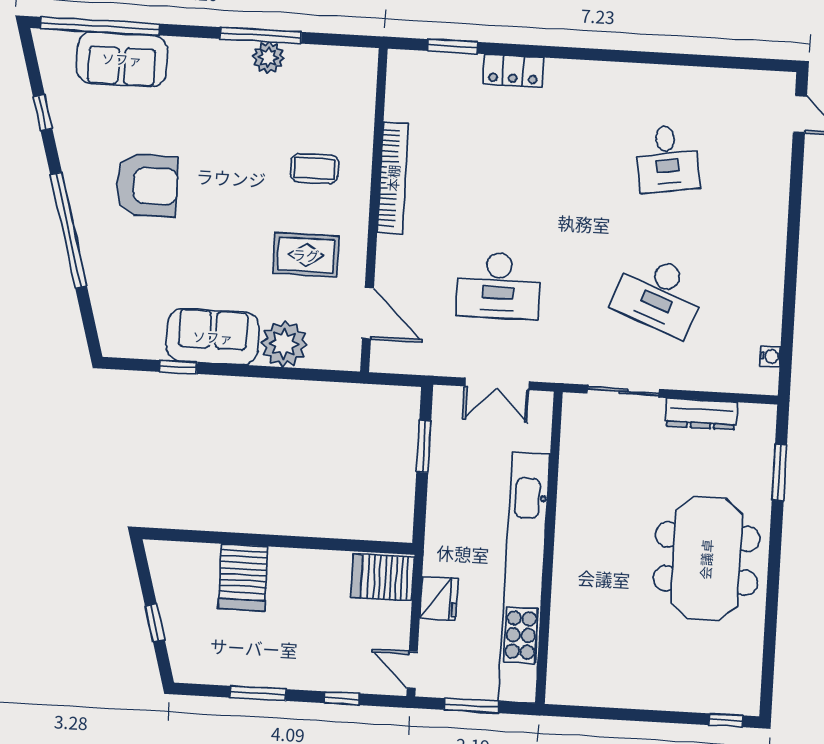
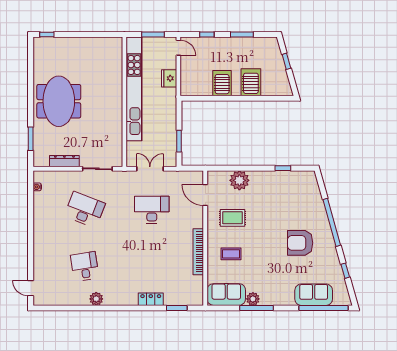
plant: (644, 79) -> (96, 299), added
sofa: (213, 337) -> (226, 294), moved, turned 180
server rack: (382, 577) -> (222, 83), moved, turned -90

